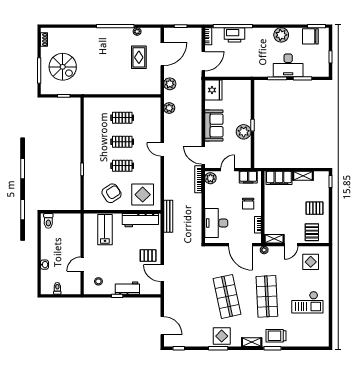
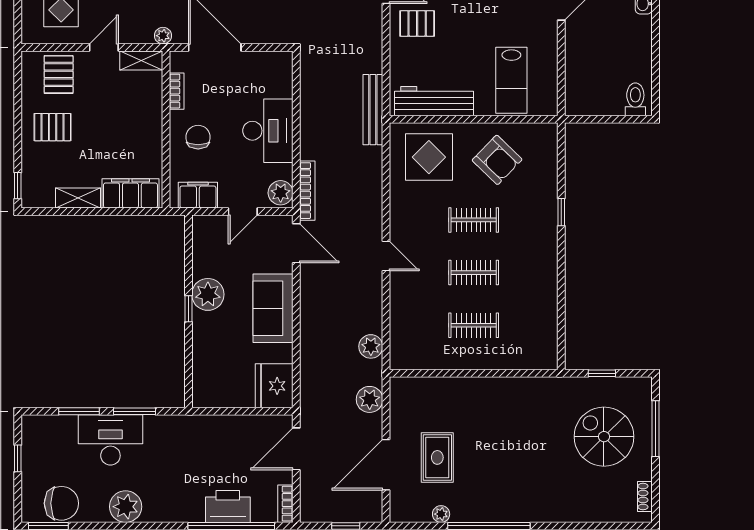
armchair: (112, 193) -> (497, 160), turned -103
desk: (216, 223) -> (268, 131), moved

